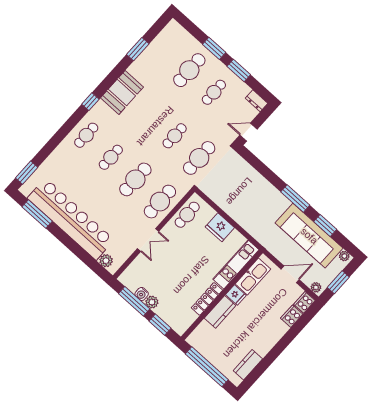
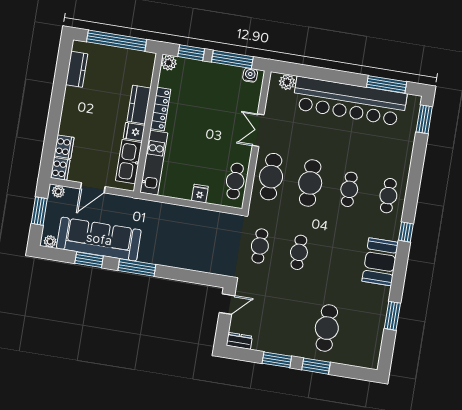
cafe table: (214, 92) -> (288, 322), removed
cafe table: (199, 158) -> (260, 246), width x0.73, depth x0.74
fridge: (220, 227) -> (200, 194), width x0.53, depth x0.75
water cooler: (142, 294) -> (250, 75), moved
plant: (152, 302) -> (169, 63), moved

